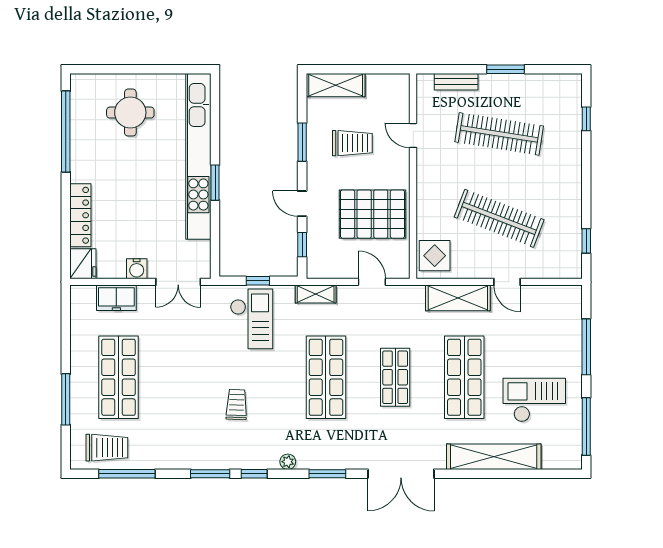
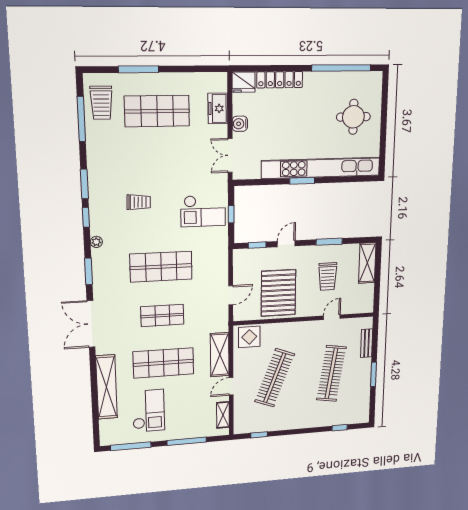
shelving: (316, 294) -> (223, 415), moved

